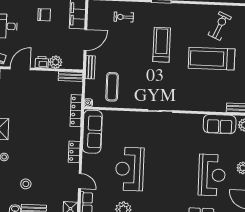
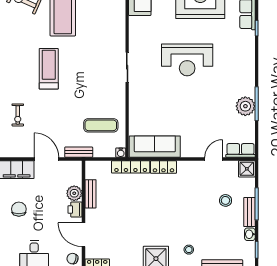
treadmill: (162, 45) -> (49, 69), turned 90
bench: (71, 76) -> (91, 194), moved
locker: (74, 152) -> (163, 167), moved
reception desk: (130, 169) -> (187, 60), moved
stool: (26, 184) -> (226, 200), moved

